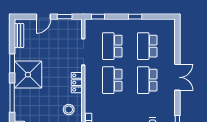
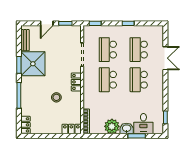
shower: (28, 75) -> (33, 64), moved
double door: (177, 77) -> (165, 58), moved
stool: (69, 110) -> (56, 97), moved

